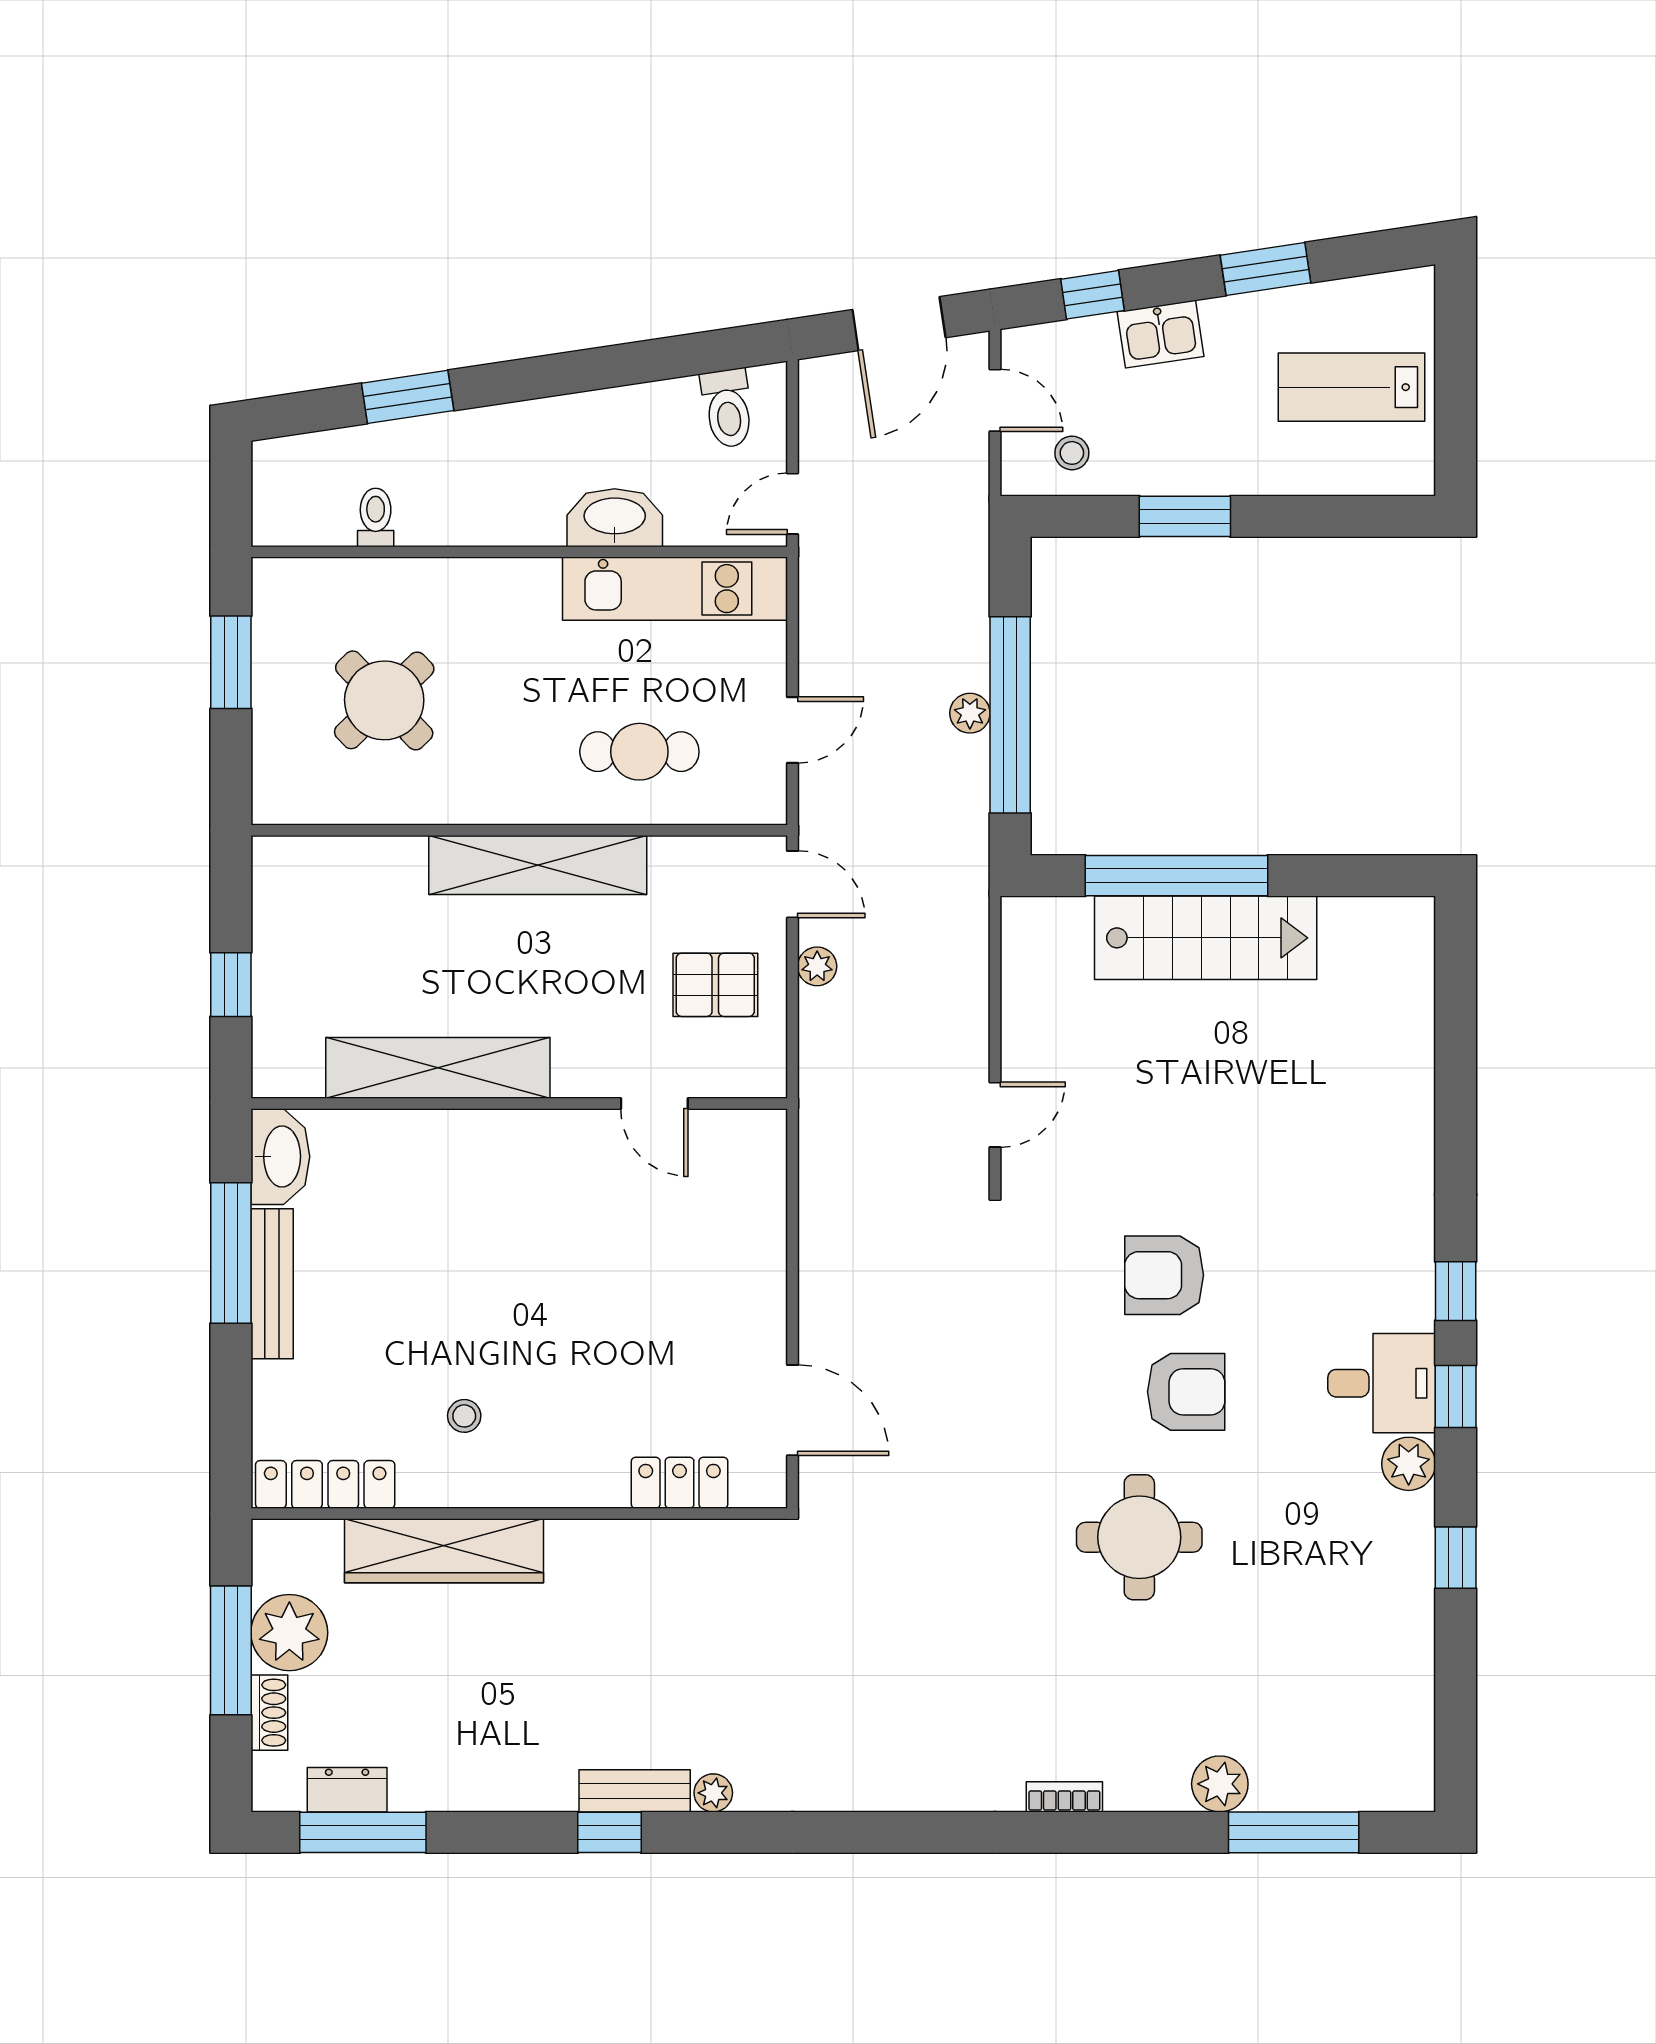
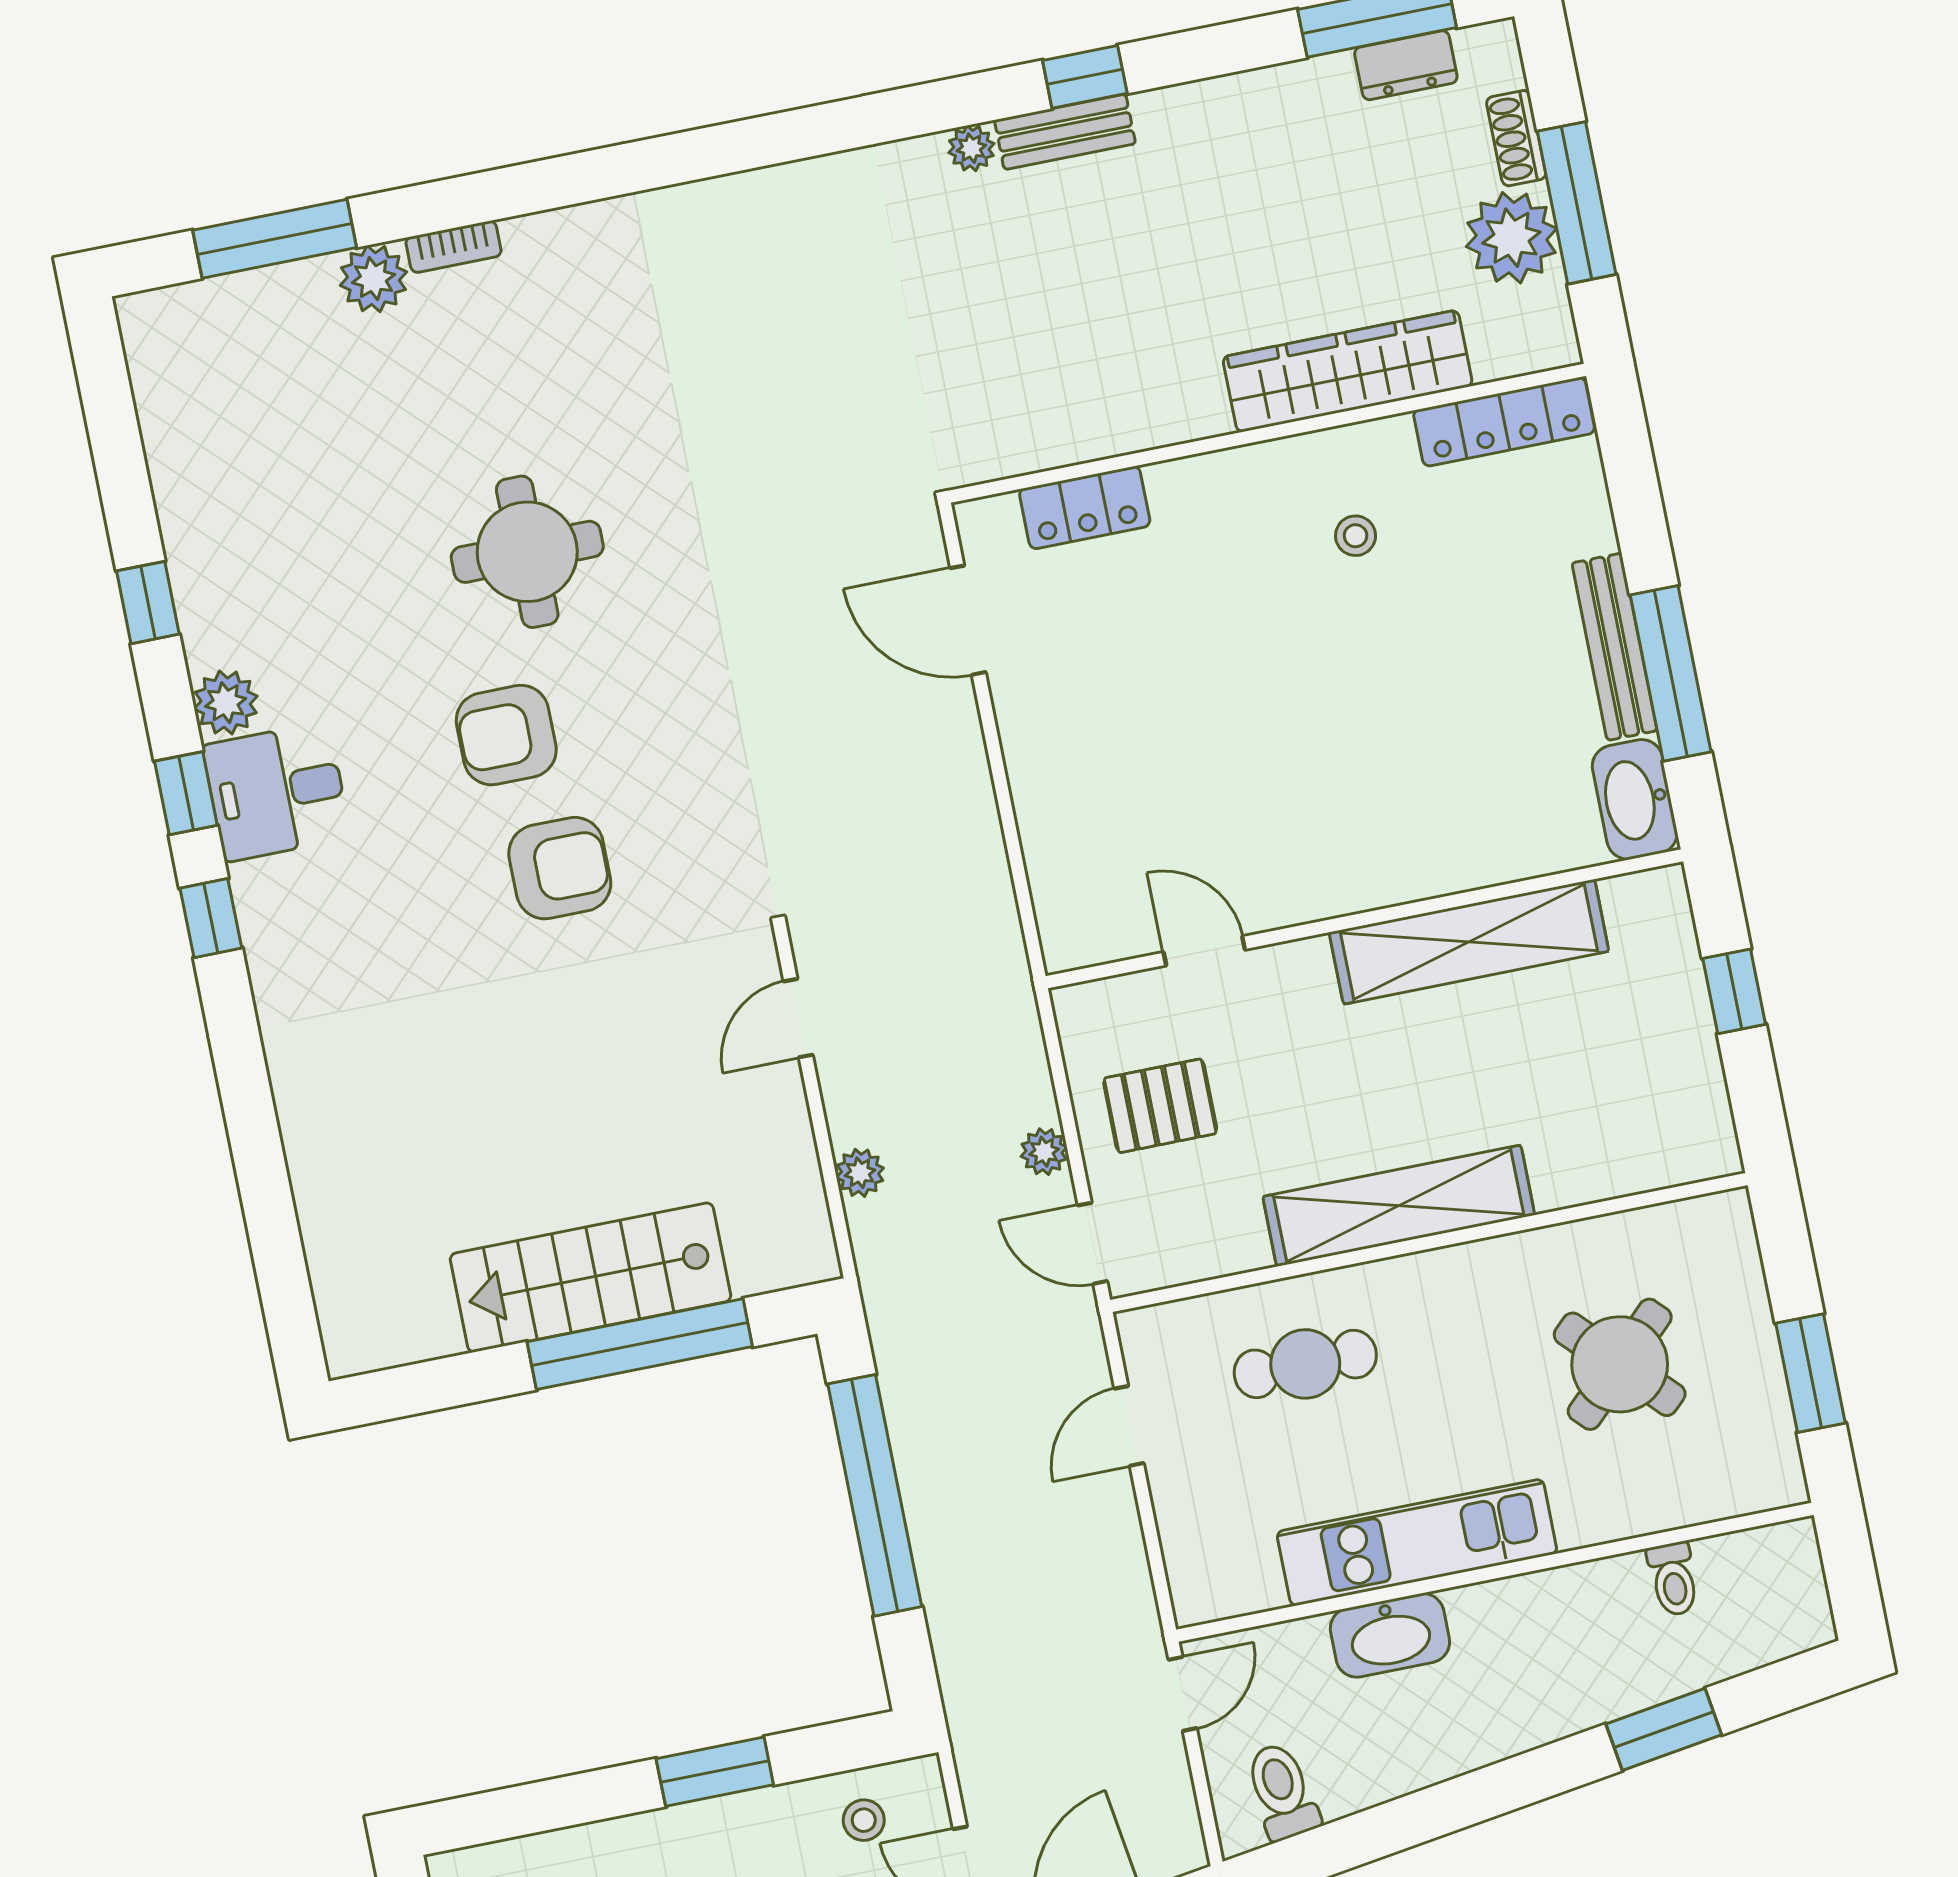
kitchen unit: (675, 589) -> (1417, 1543), moved
plant: (970, 713) -> (860, 1173), moved
bookcase: (1064, 1797) -> (453, 247), moved

